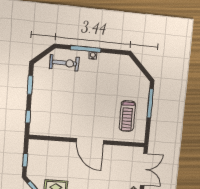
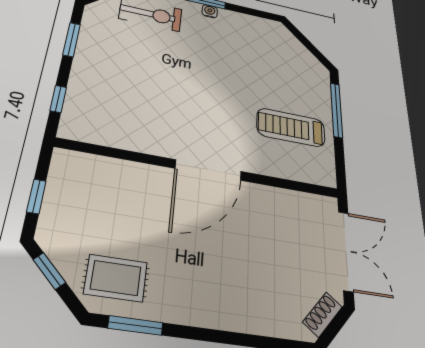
treadmill: (127, 116) -> (291, 127), turned 90
door: (90, 141) -> (208, 170), hinge flipped

